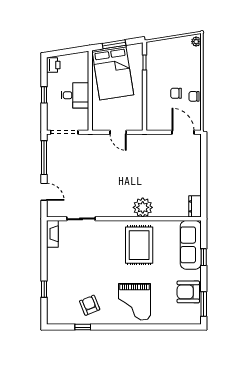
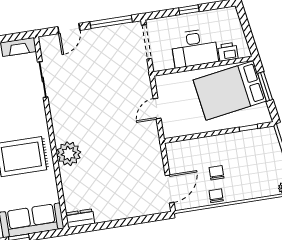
printer: (53, 65) -> (228, 52), moved, turned 180
desk: (75, 95) -> (194, 48), width x1.37

